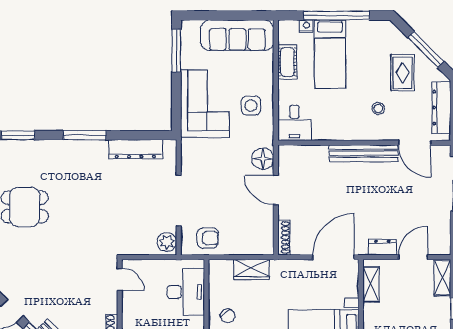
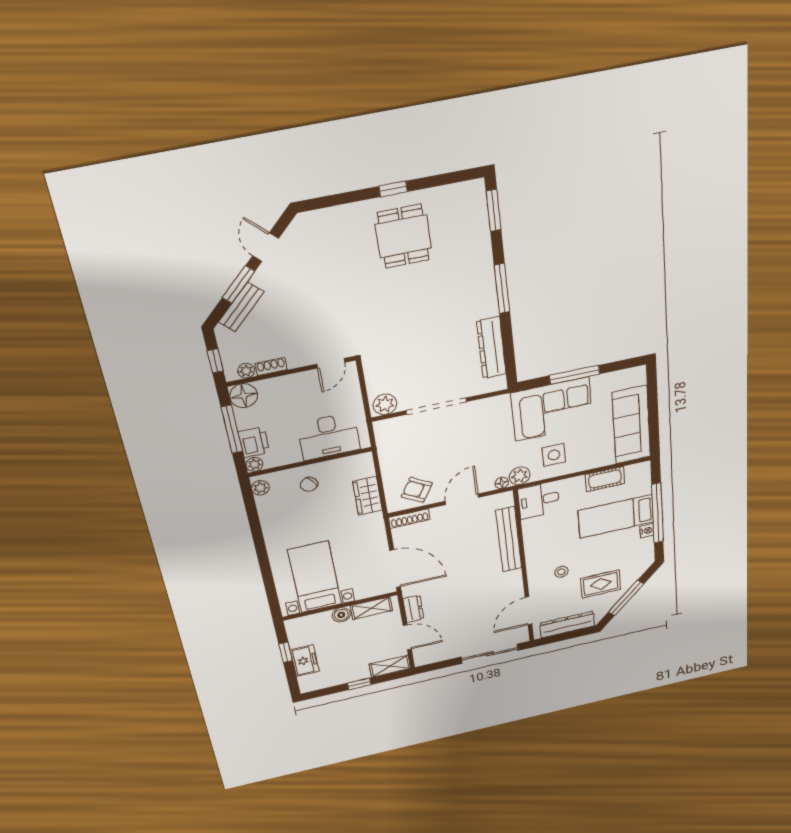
nightstand: (306, 26) -> (647, 531), moved
window: (176, 51) -> (575, 375), moved
plant: (265, 137) -> (520, 476), added
bench: (363, 153) -> (509, 539), moved
floor lamp: (263, 159) -> (502, 483), width x0.53, depth x0.53
armchair: (208, 238) -> (417, 490), moved, turned 120
boiler: (371, 312) -> (341, 615), added

